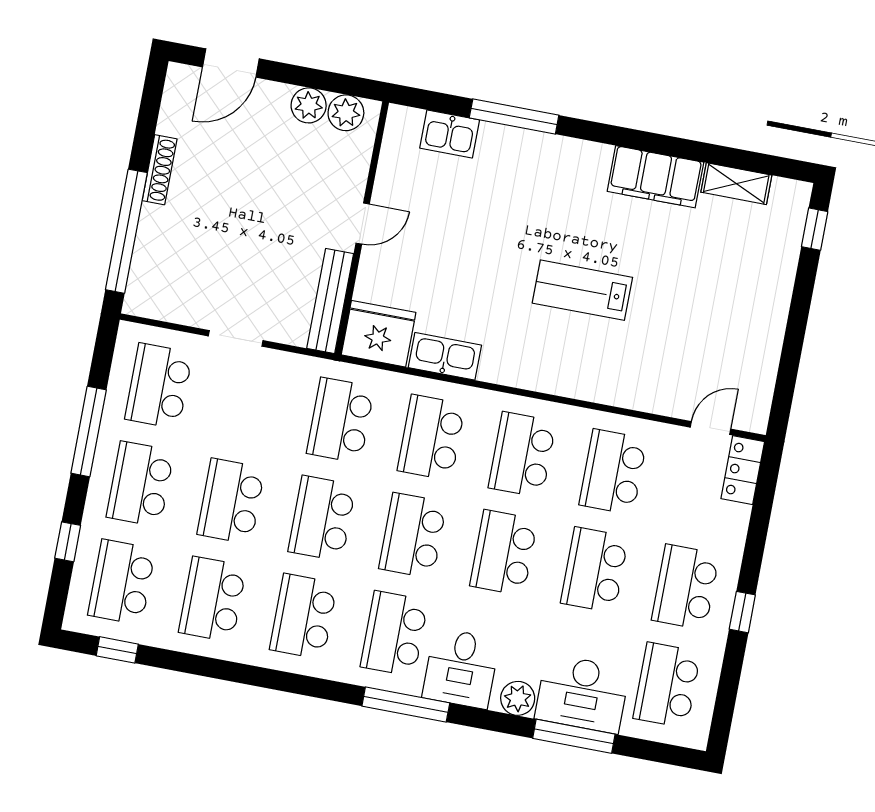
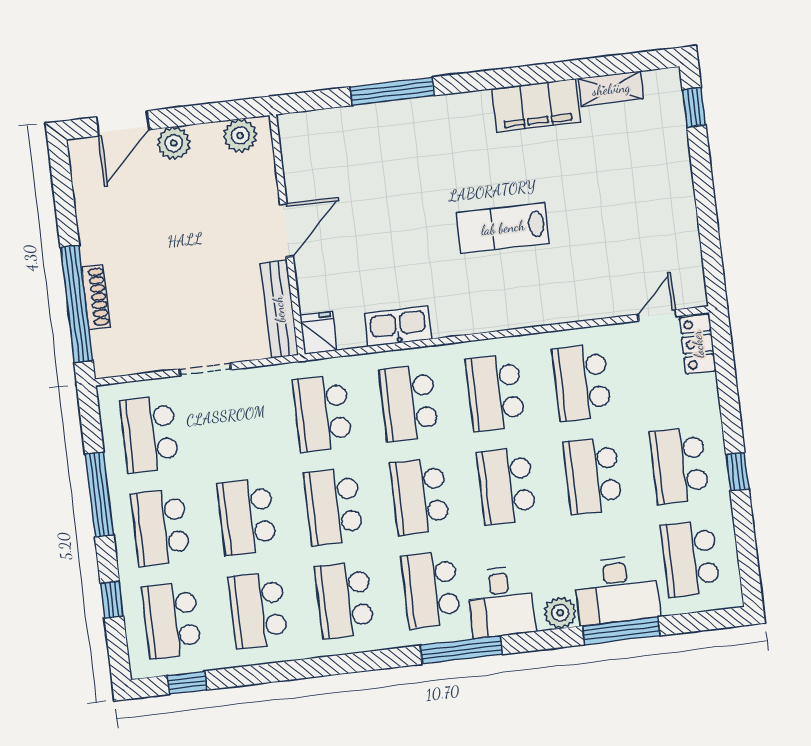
plant: (309, 105) -> (174, 143), moved
kitchen sink: (450, 134) -> (339, 125), removed
shoe rack: (160, 170) -> (96, 297), moved
door: (363, 224) -> (287, 230), width x1.38
fridge: (379, 334) -> (318, 333), width x0.53, depth x0.75

